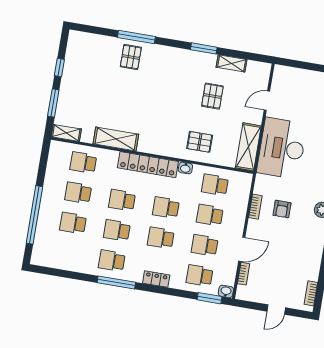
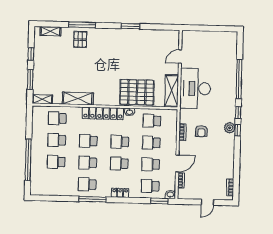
shelving: (232, 63) -> (50, 31), moved
pallet: (212, 96) -> (141, 59), removed
pallet: (200, 142) -> (137, 92), width x2.05, depth x2.00

